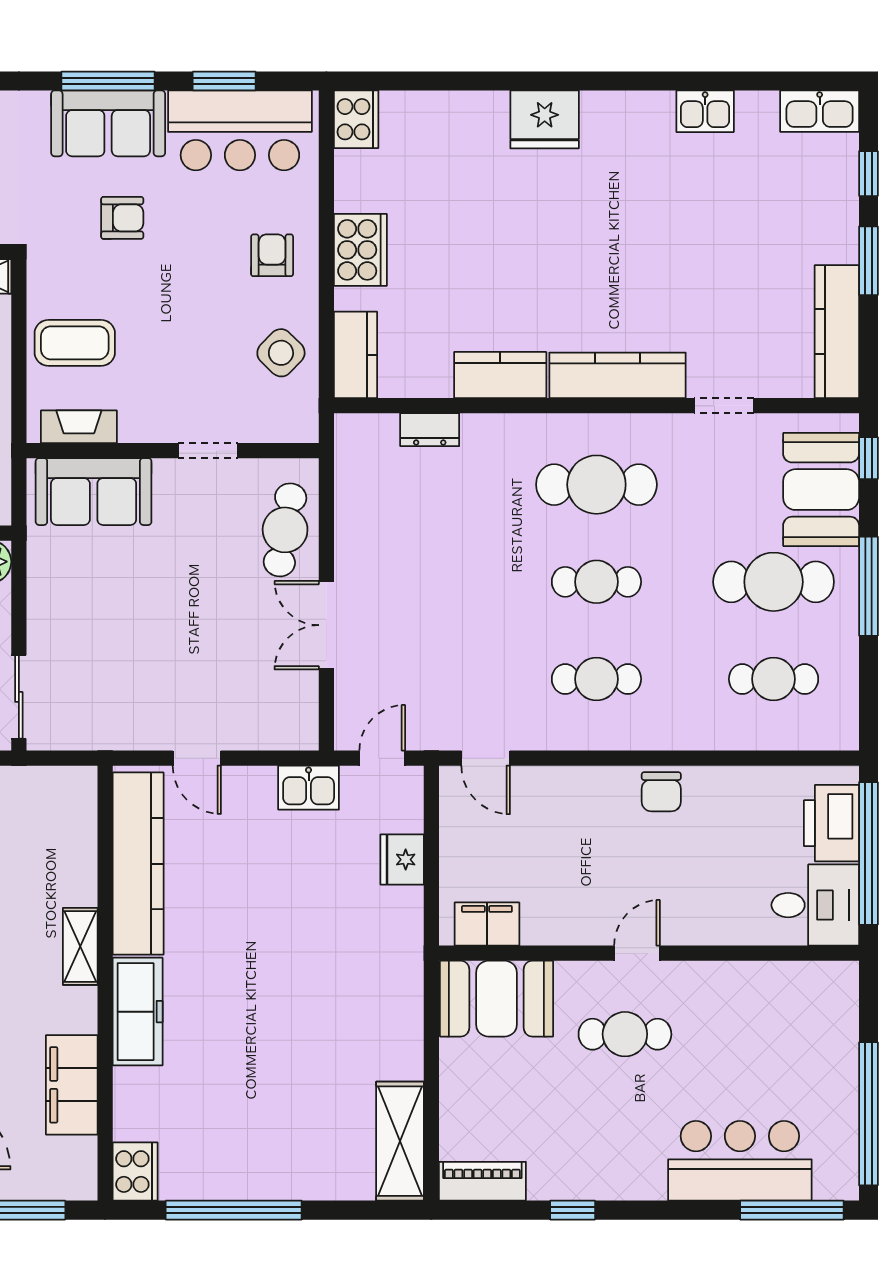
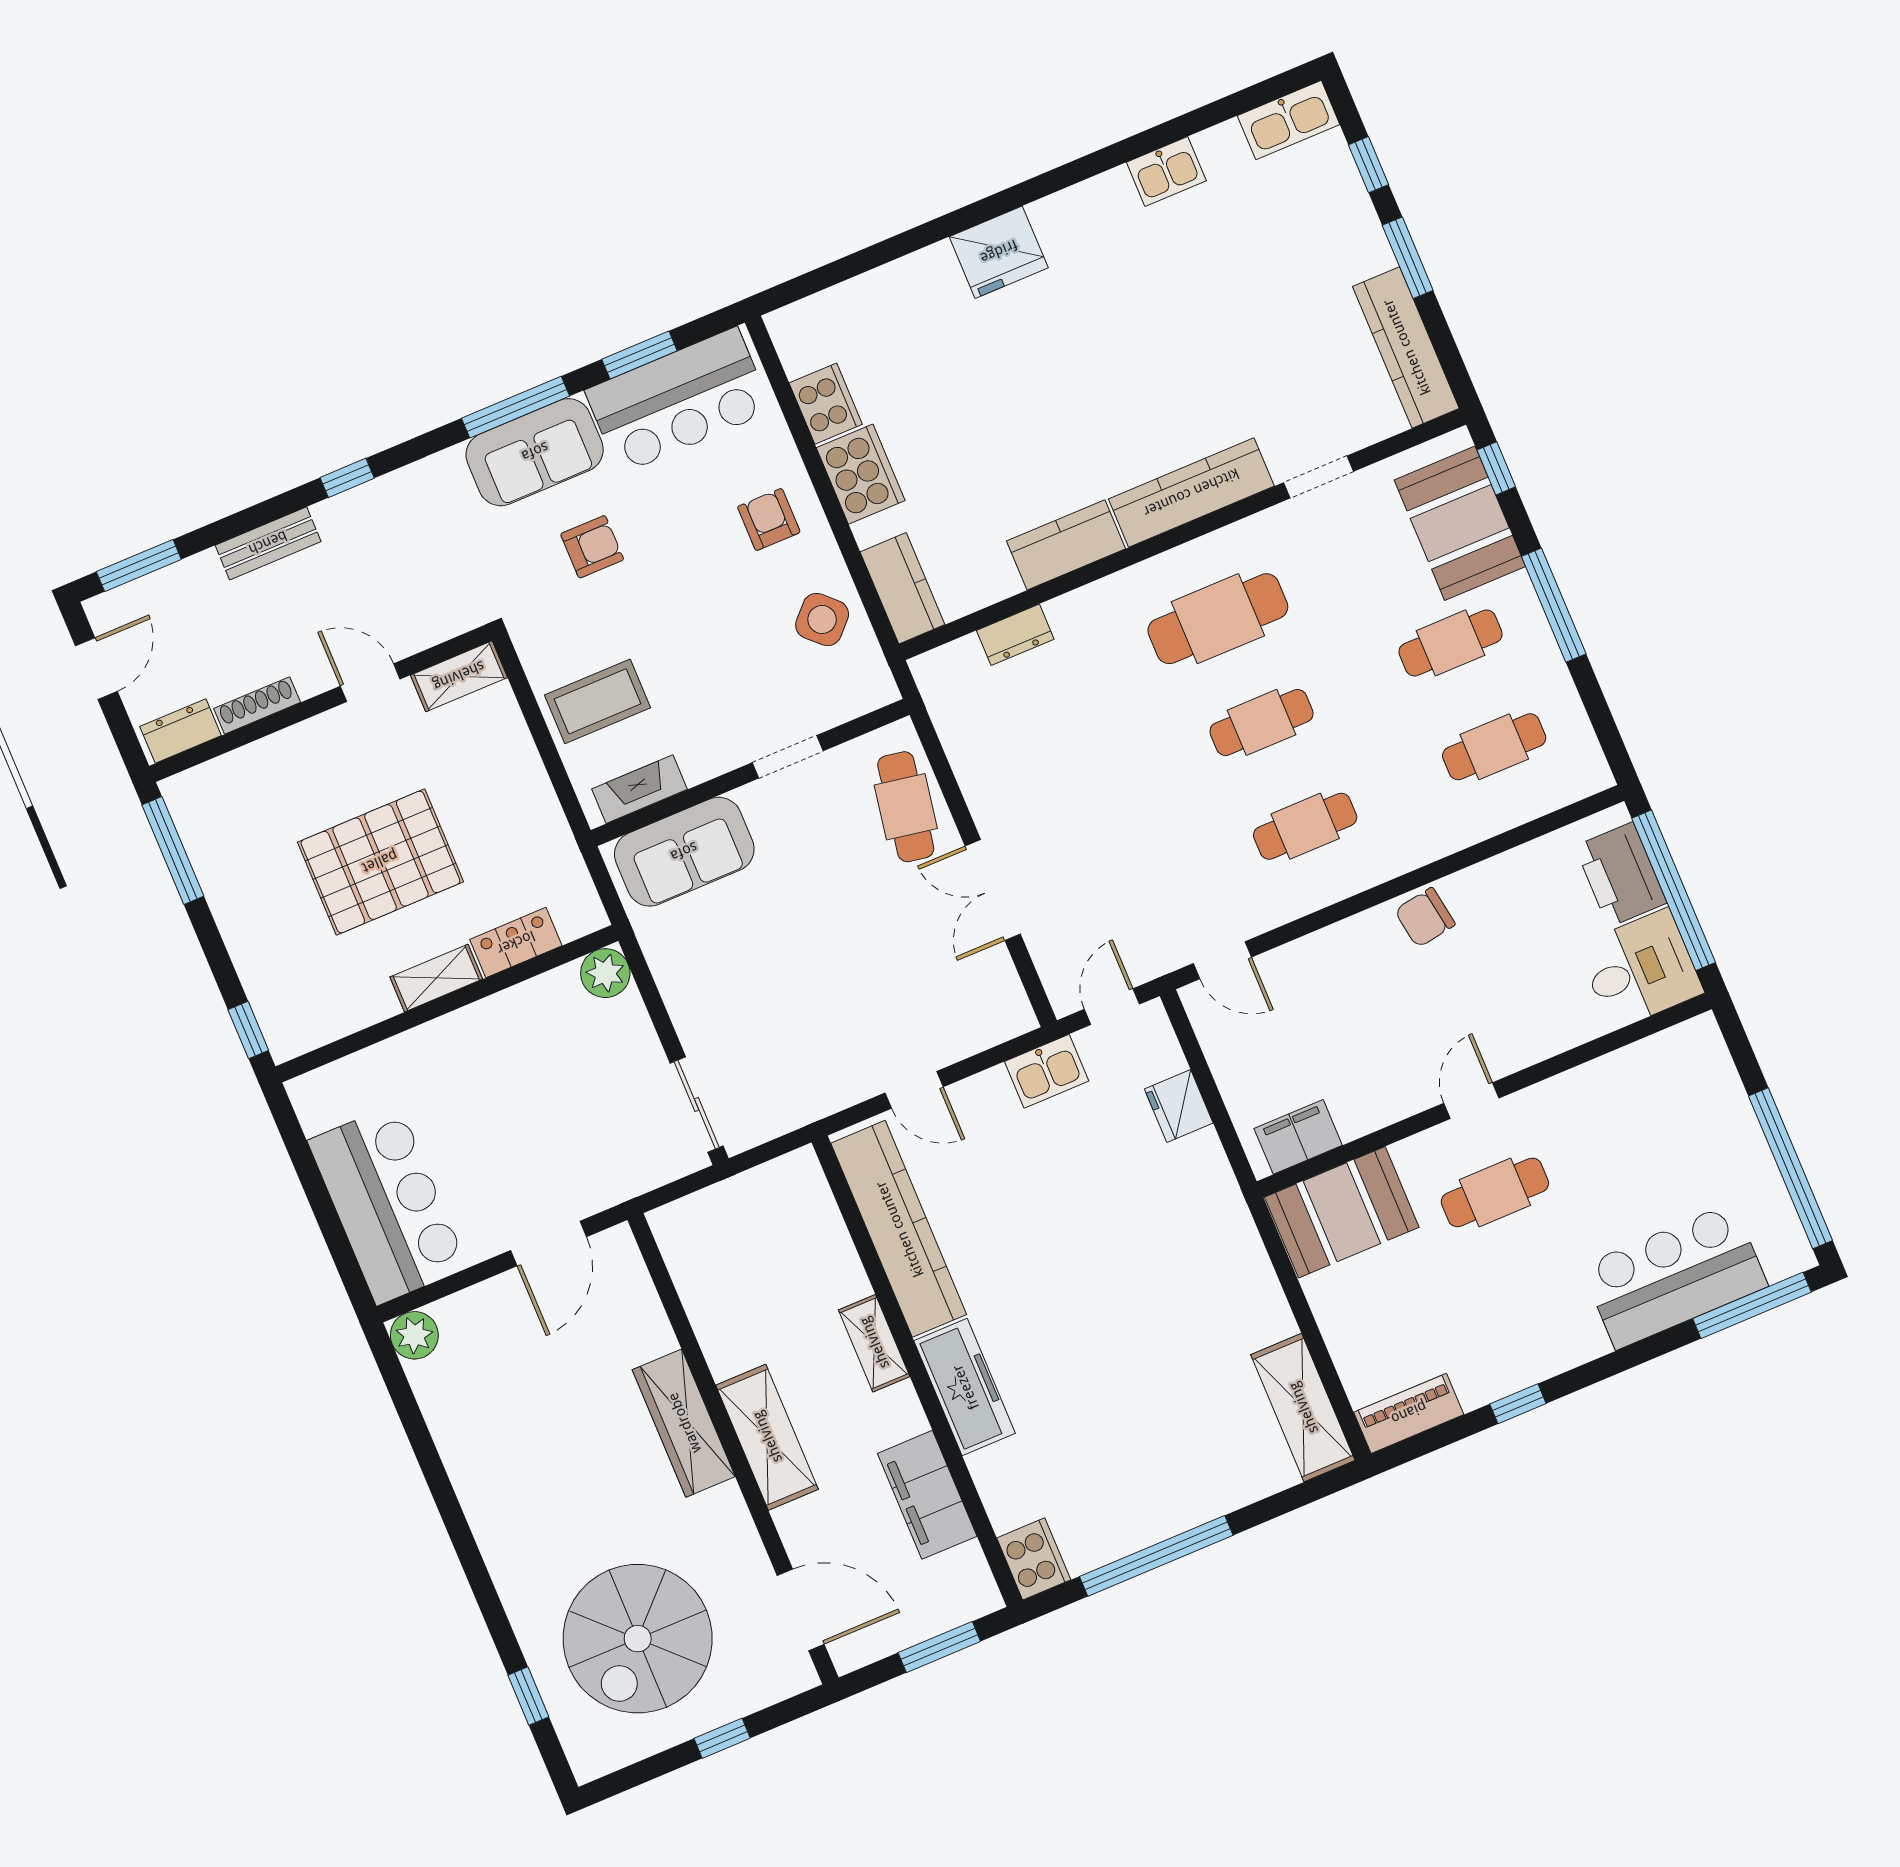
cooker: (356, 119) -> (826, 404), moved
cafe table: (774, 582) -> (1451, 643), width x0.73, depth x0.74
chair: (661, 792) -> (1425, 917), turned 81

